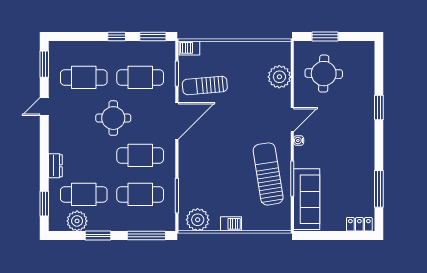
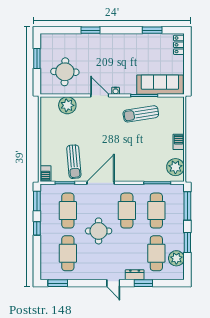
window: (325, 36) -> (37, 59), moved
door: (44, 107) -> (113, 283), moved
door: (177, 121) -> (101, 183), hinge flipped
sun lounger: (268, 174) -> (141, 114), width x0.73, depth x0.75
window: (379, 189) -> (152, 30), width x0.69
window: (44, 204) -> (143, 283), moved

